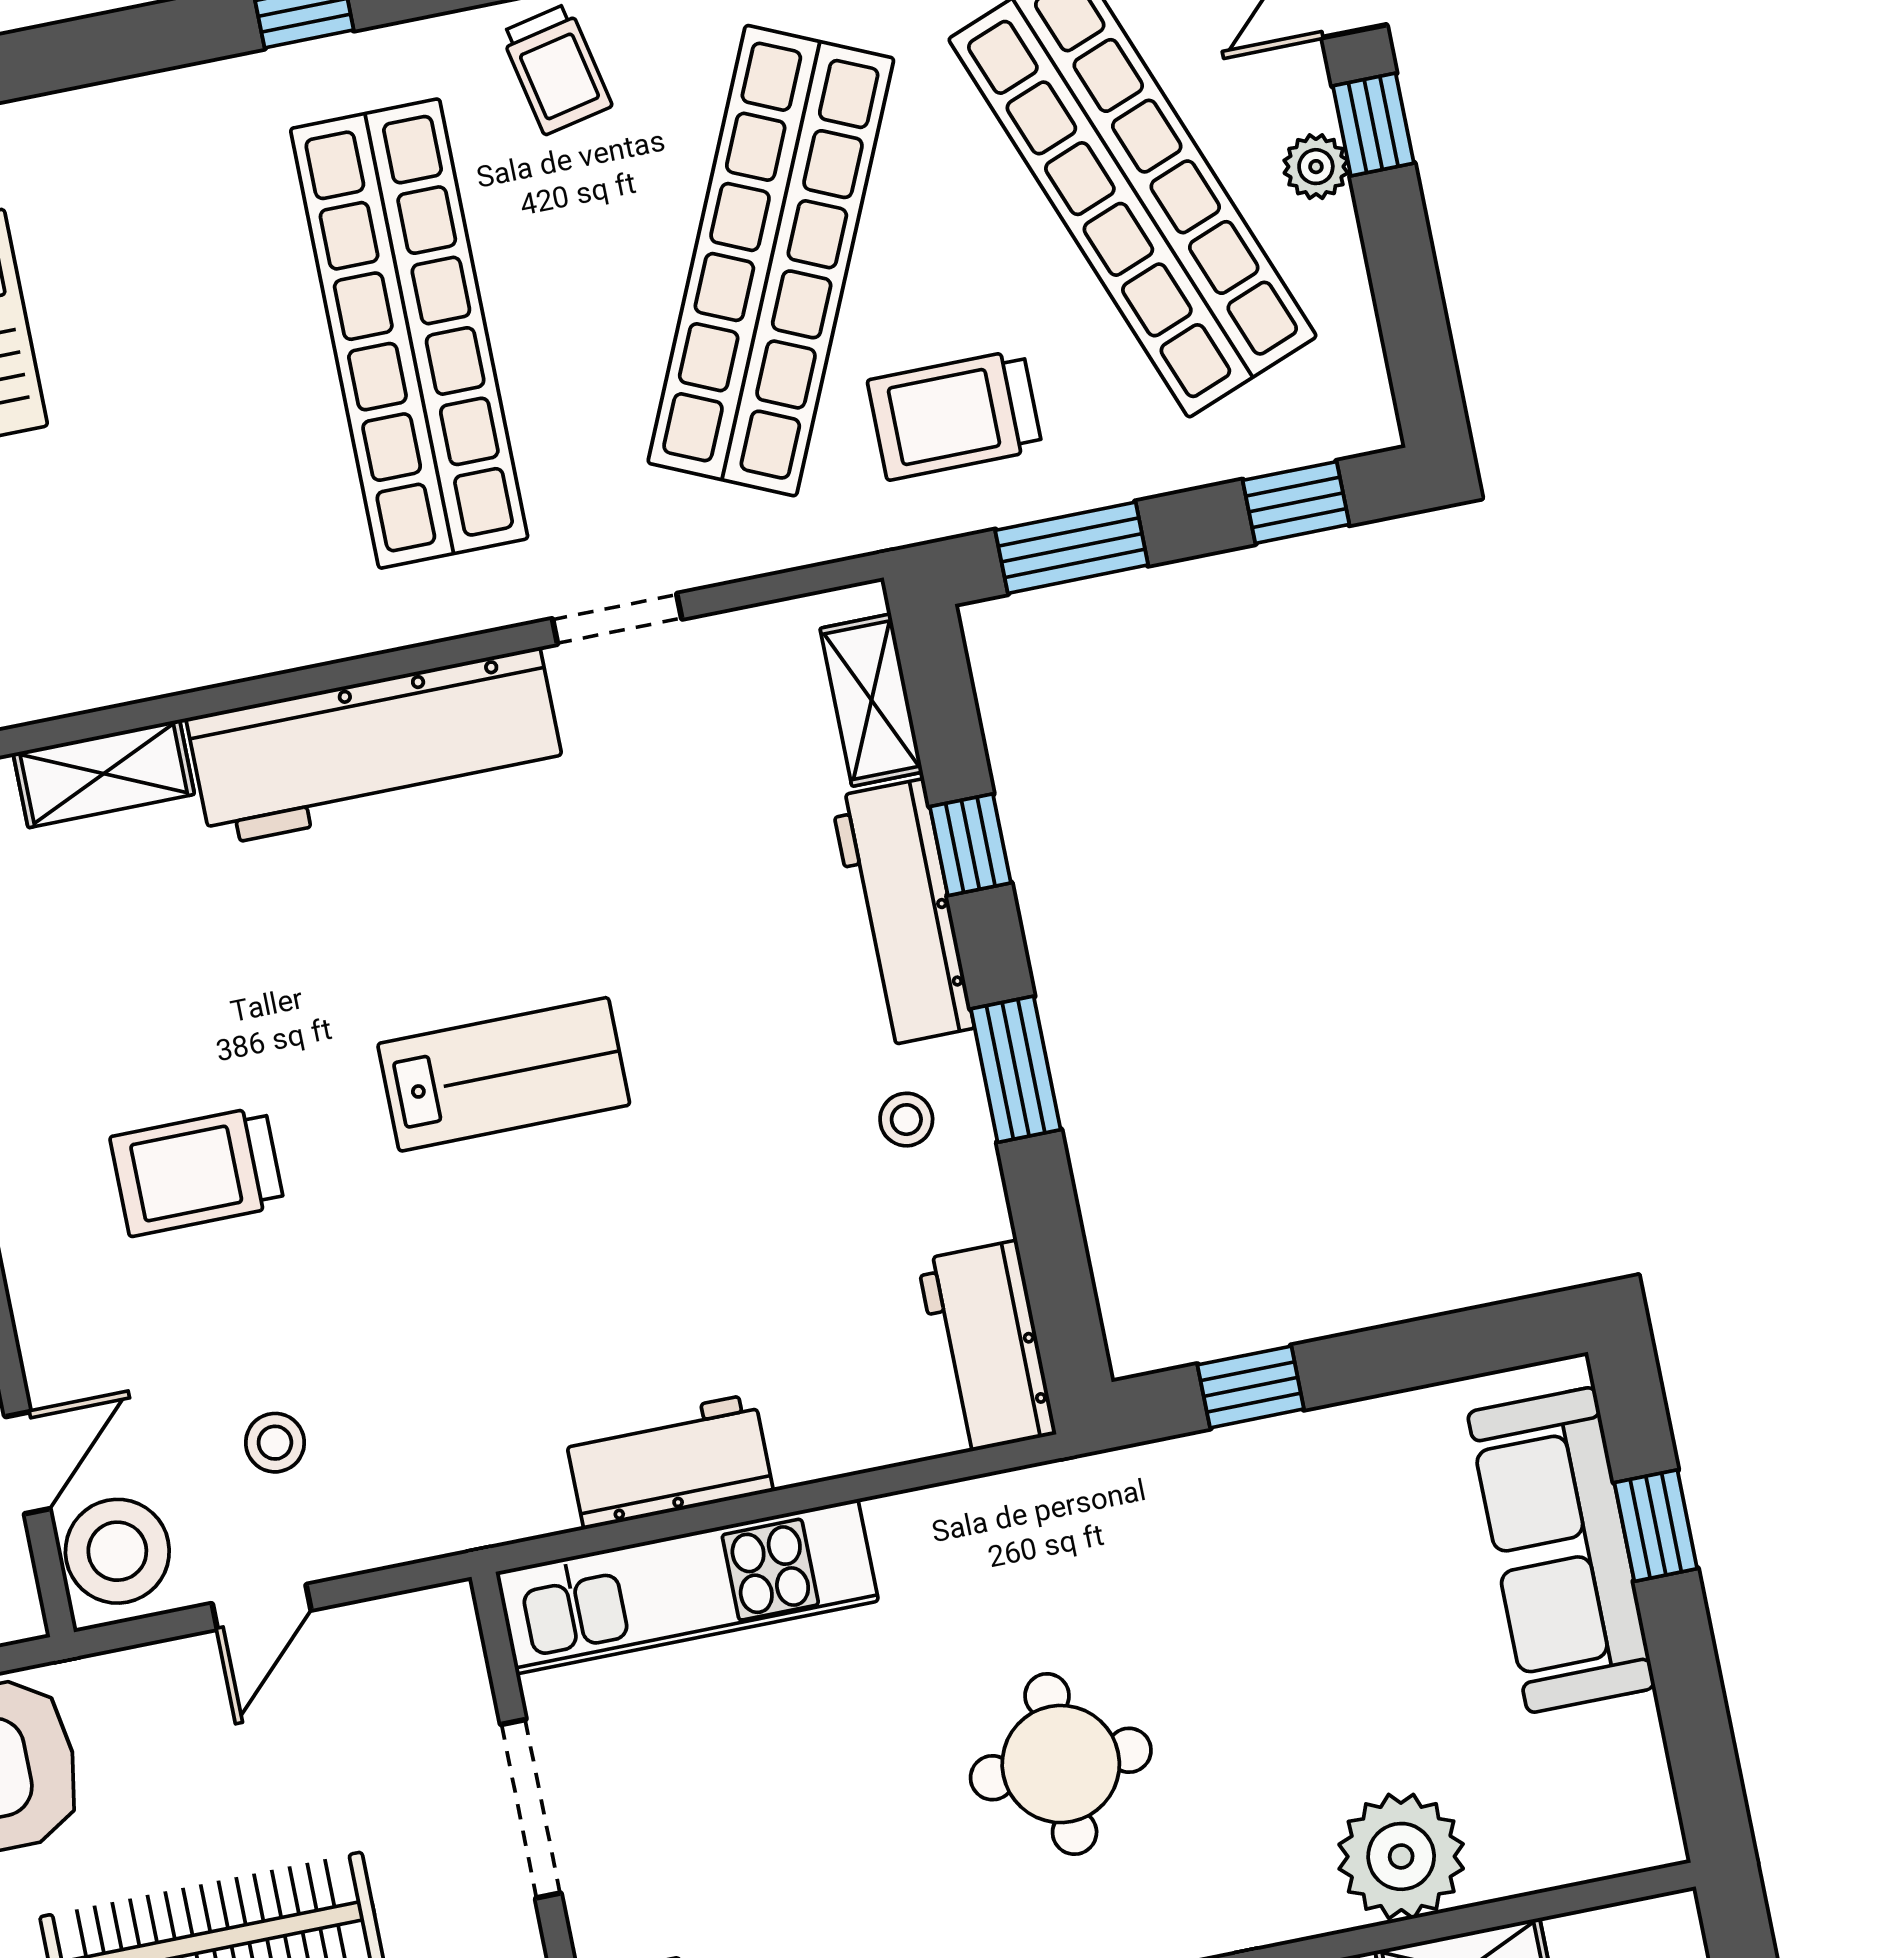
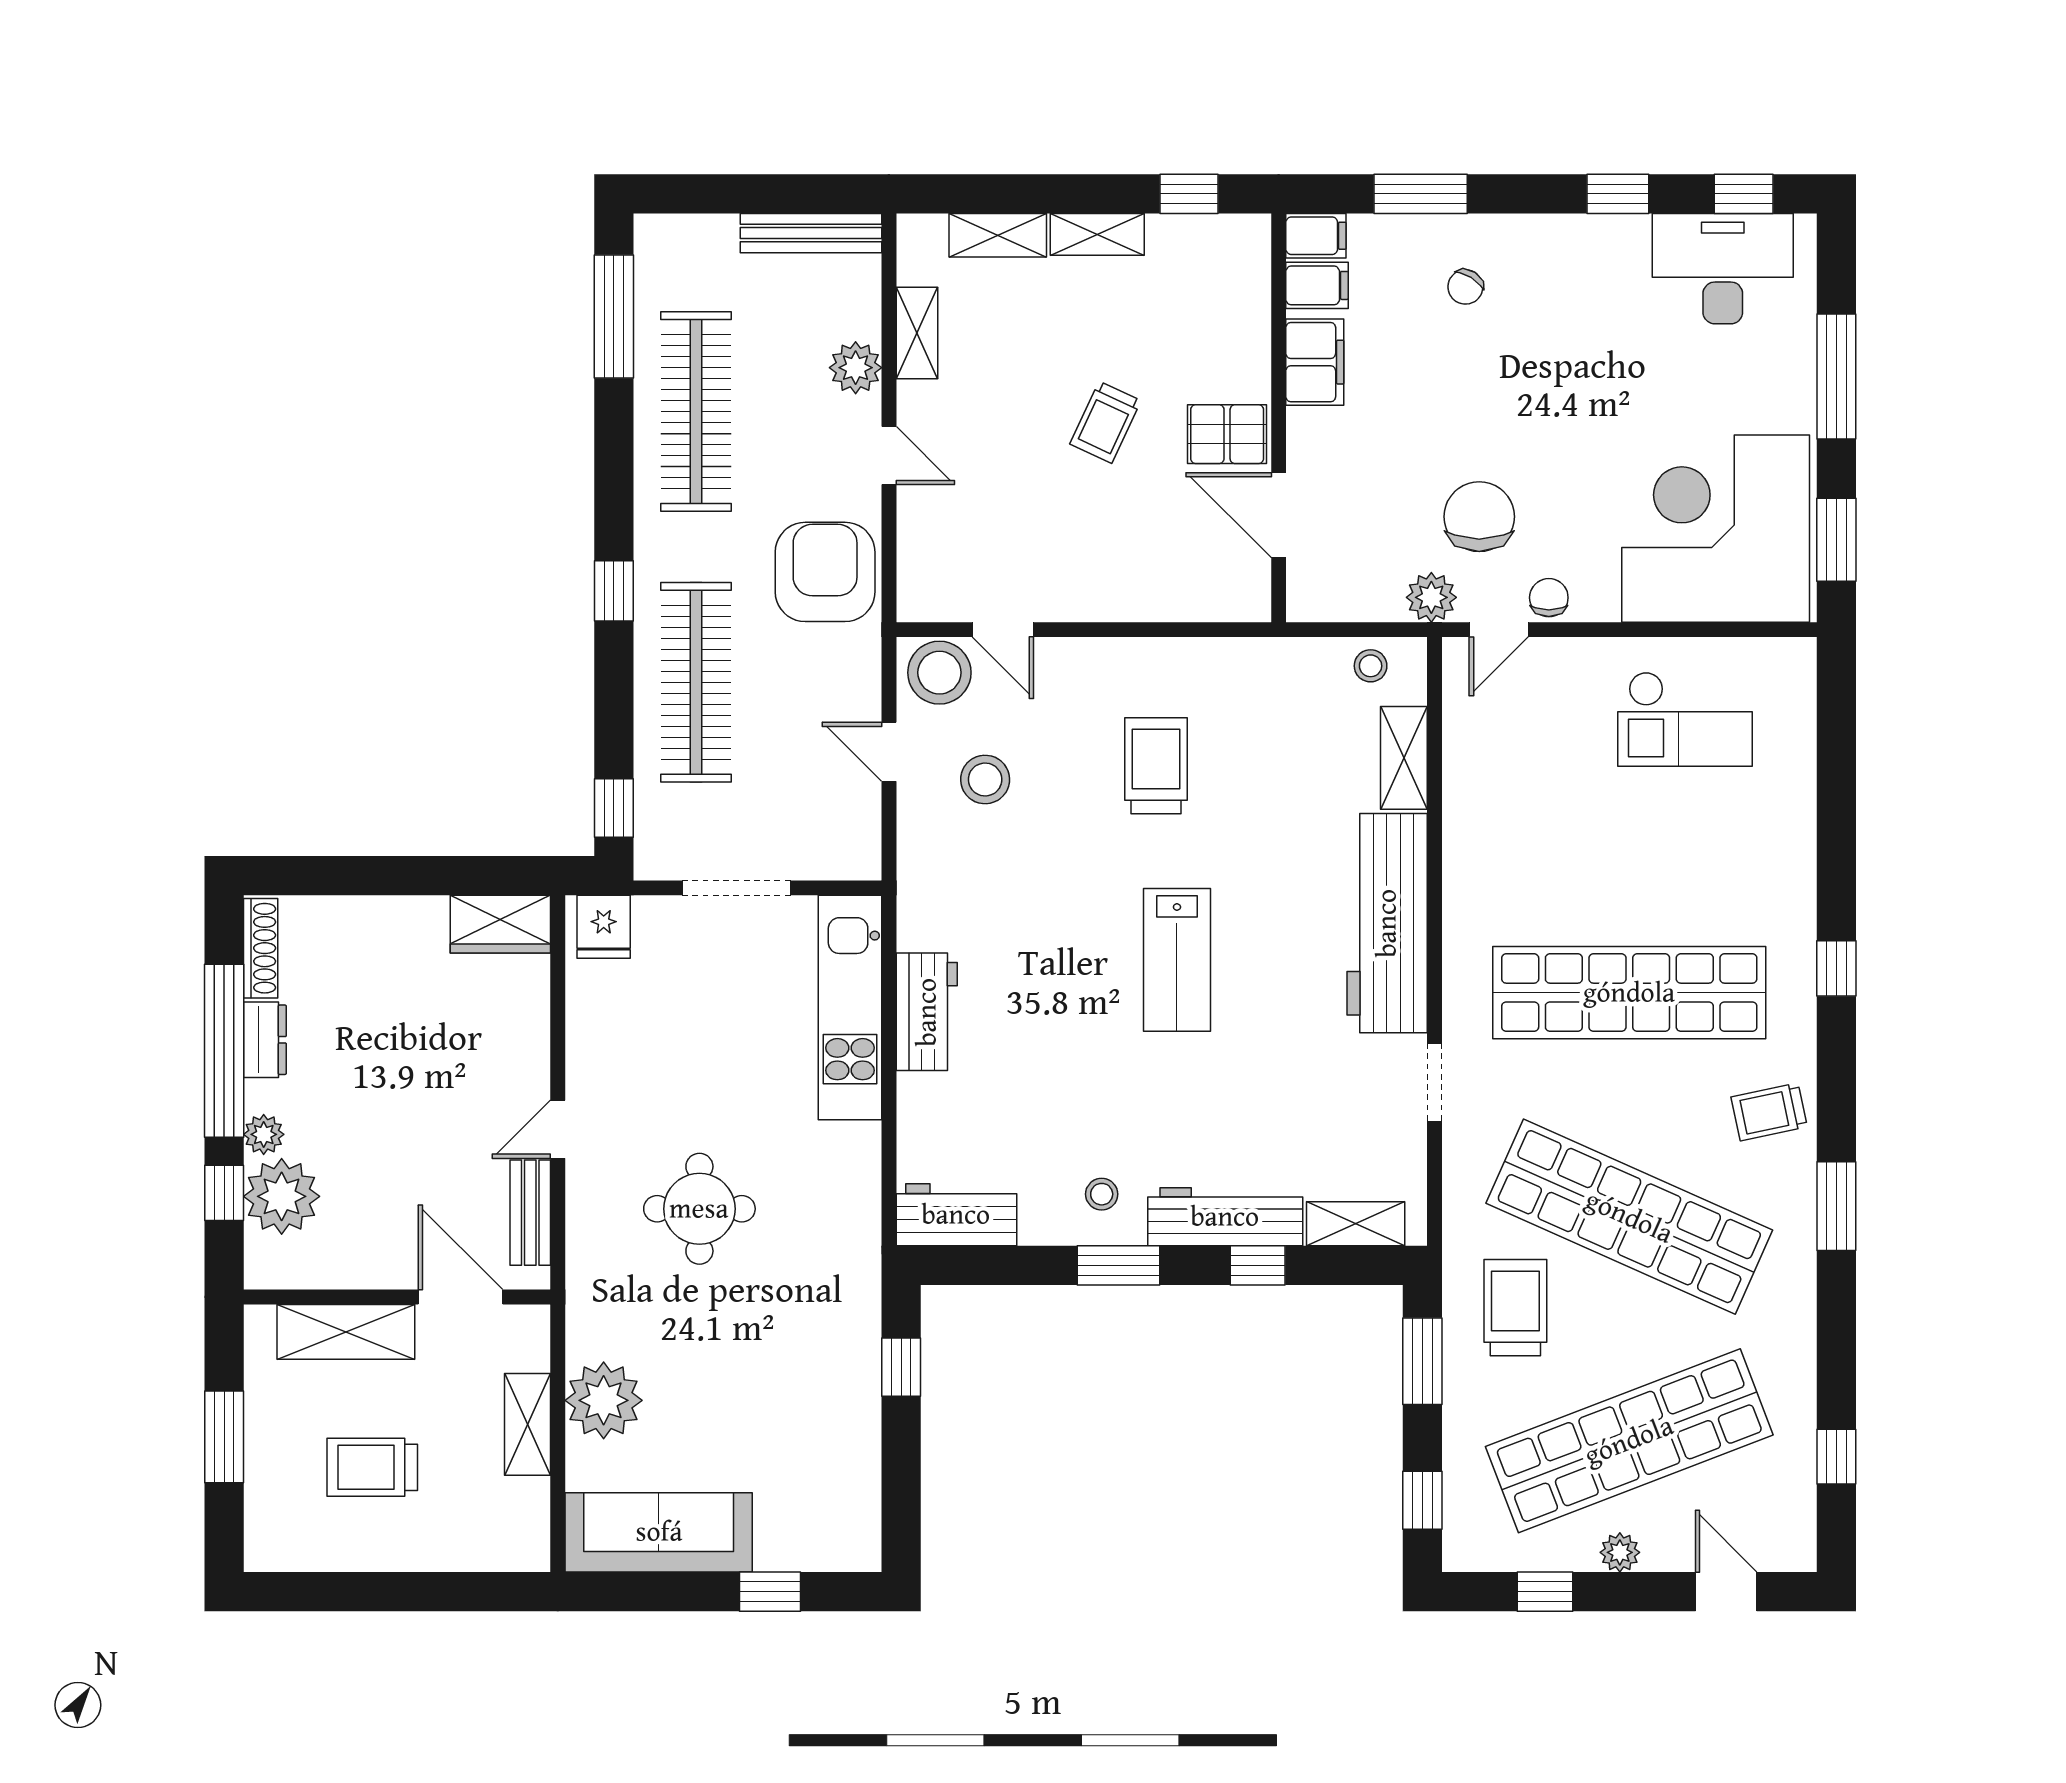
window: (1373, 124) -> (1545, 1592), moved
stool: (275, 1443) -> (985, 779), width x1.37, depth x1.37
sofa: (1561, 1550) -> (659, 1532), moved

